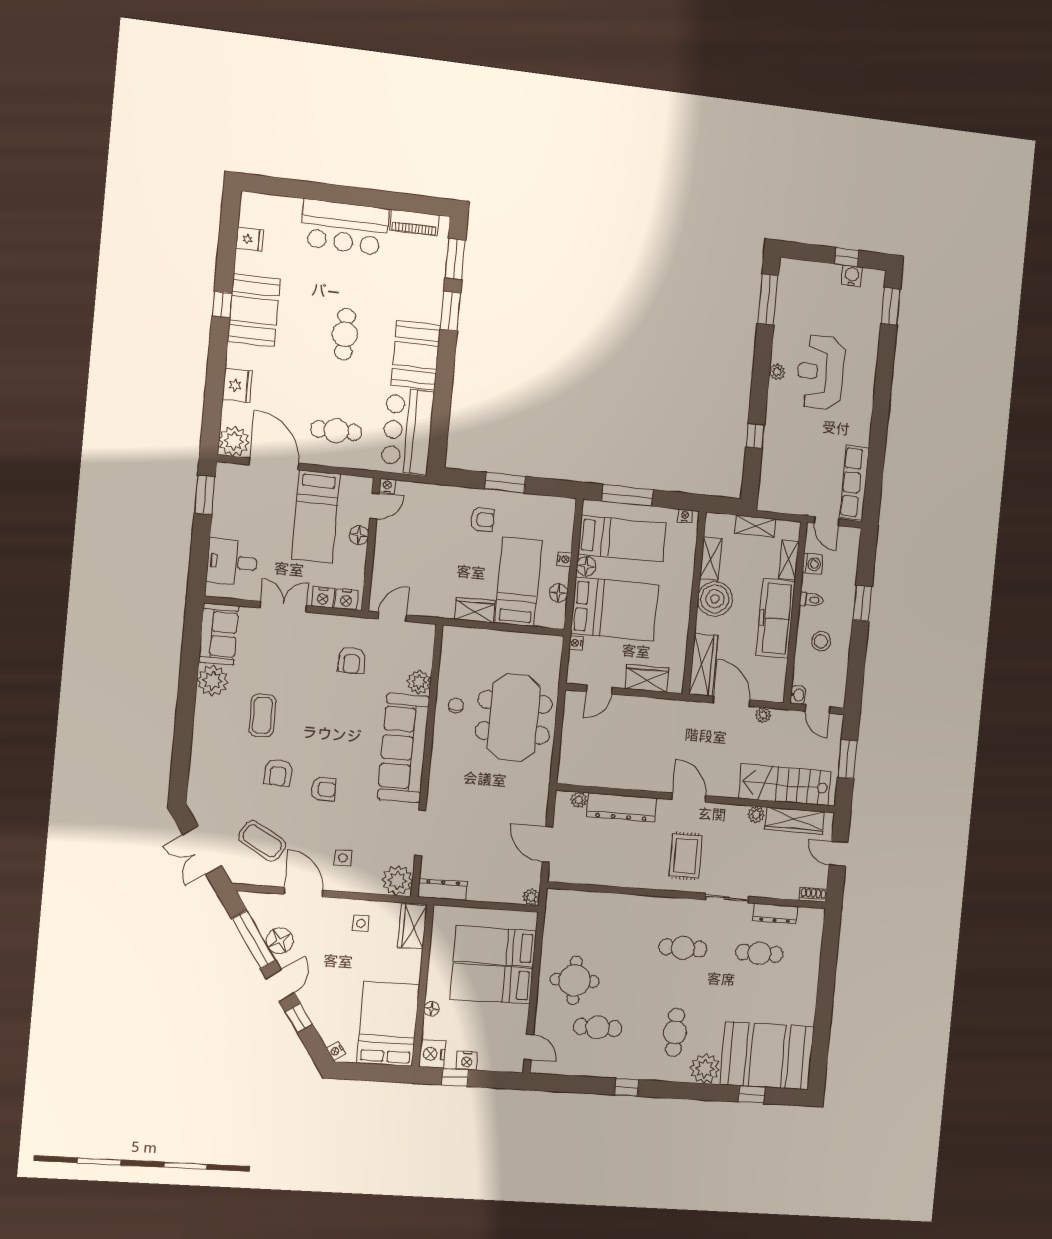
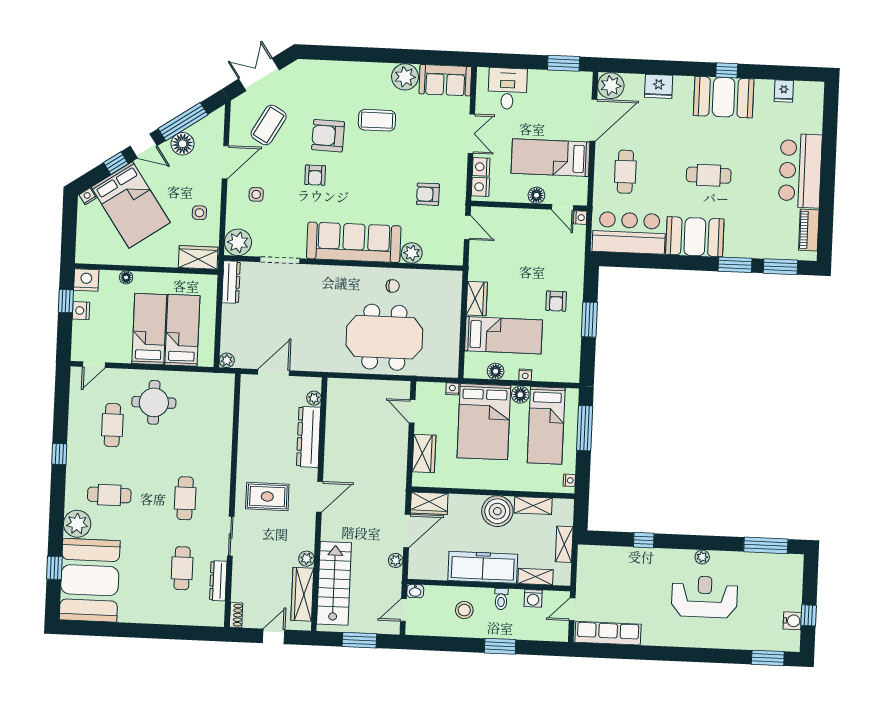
wardrobe: (703, 665) -> (429, 503), width x0.67
armchair: (278, 773) -> (328, 136), width x1.38, depth x1.38
bed: (388, 1024) -> (131, 205), moved, turned 56

